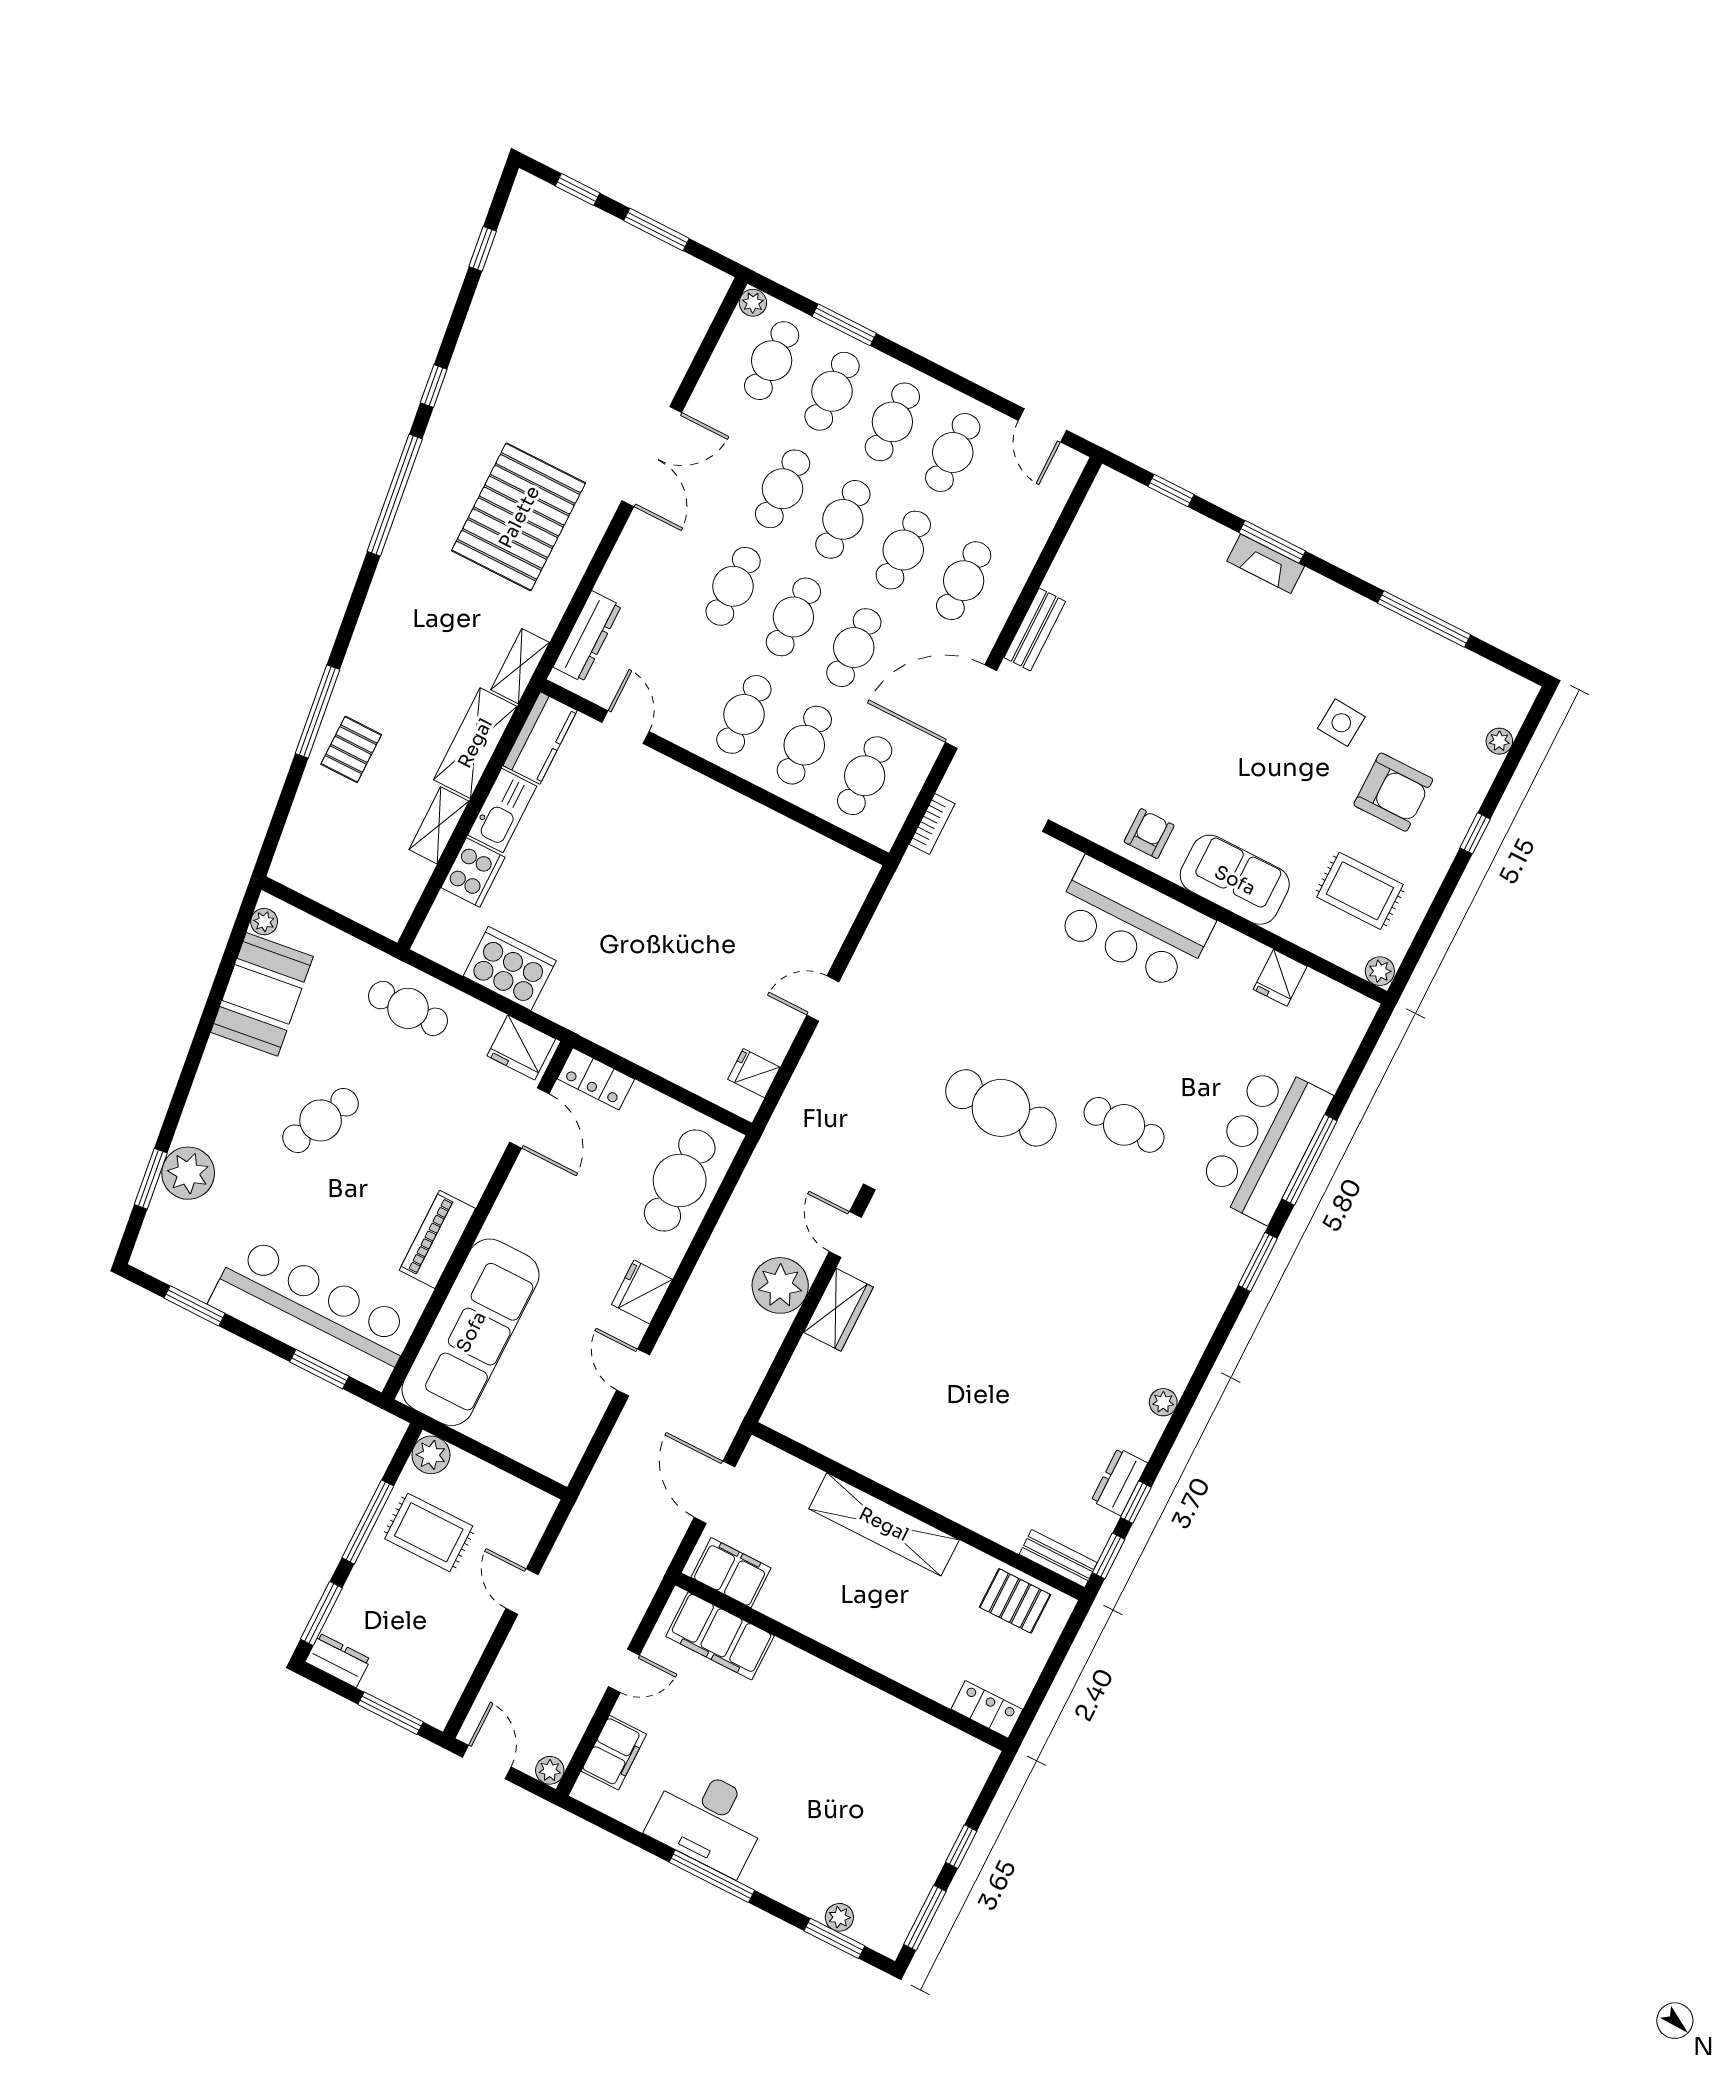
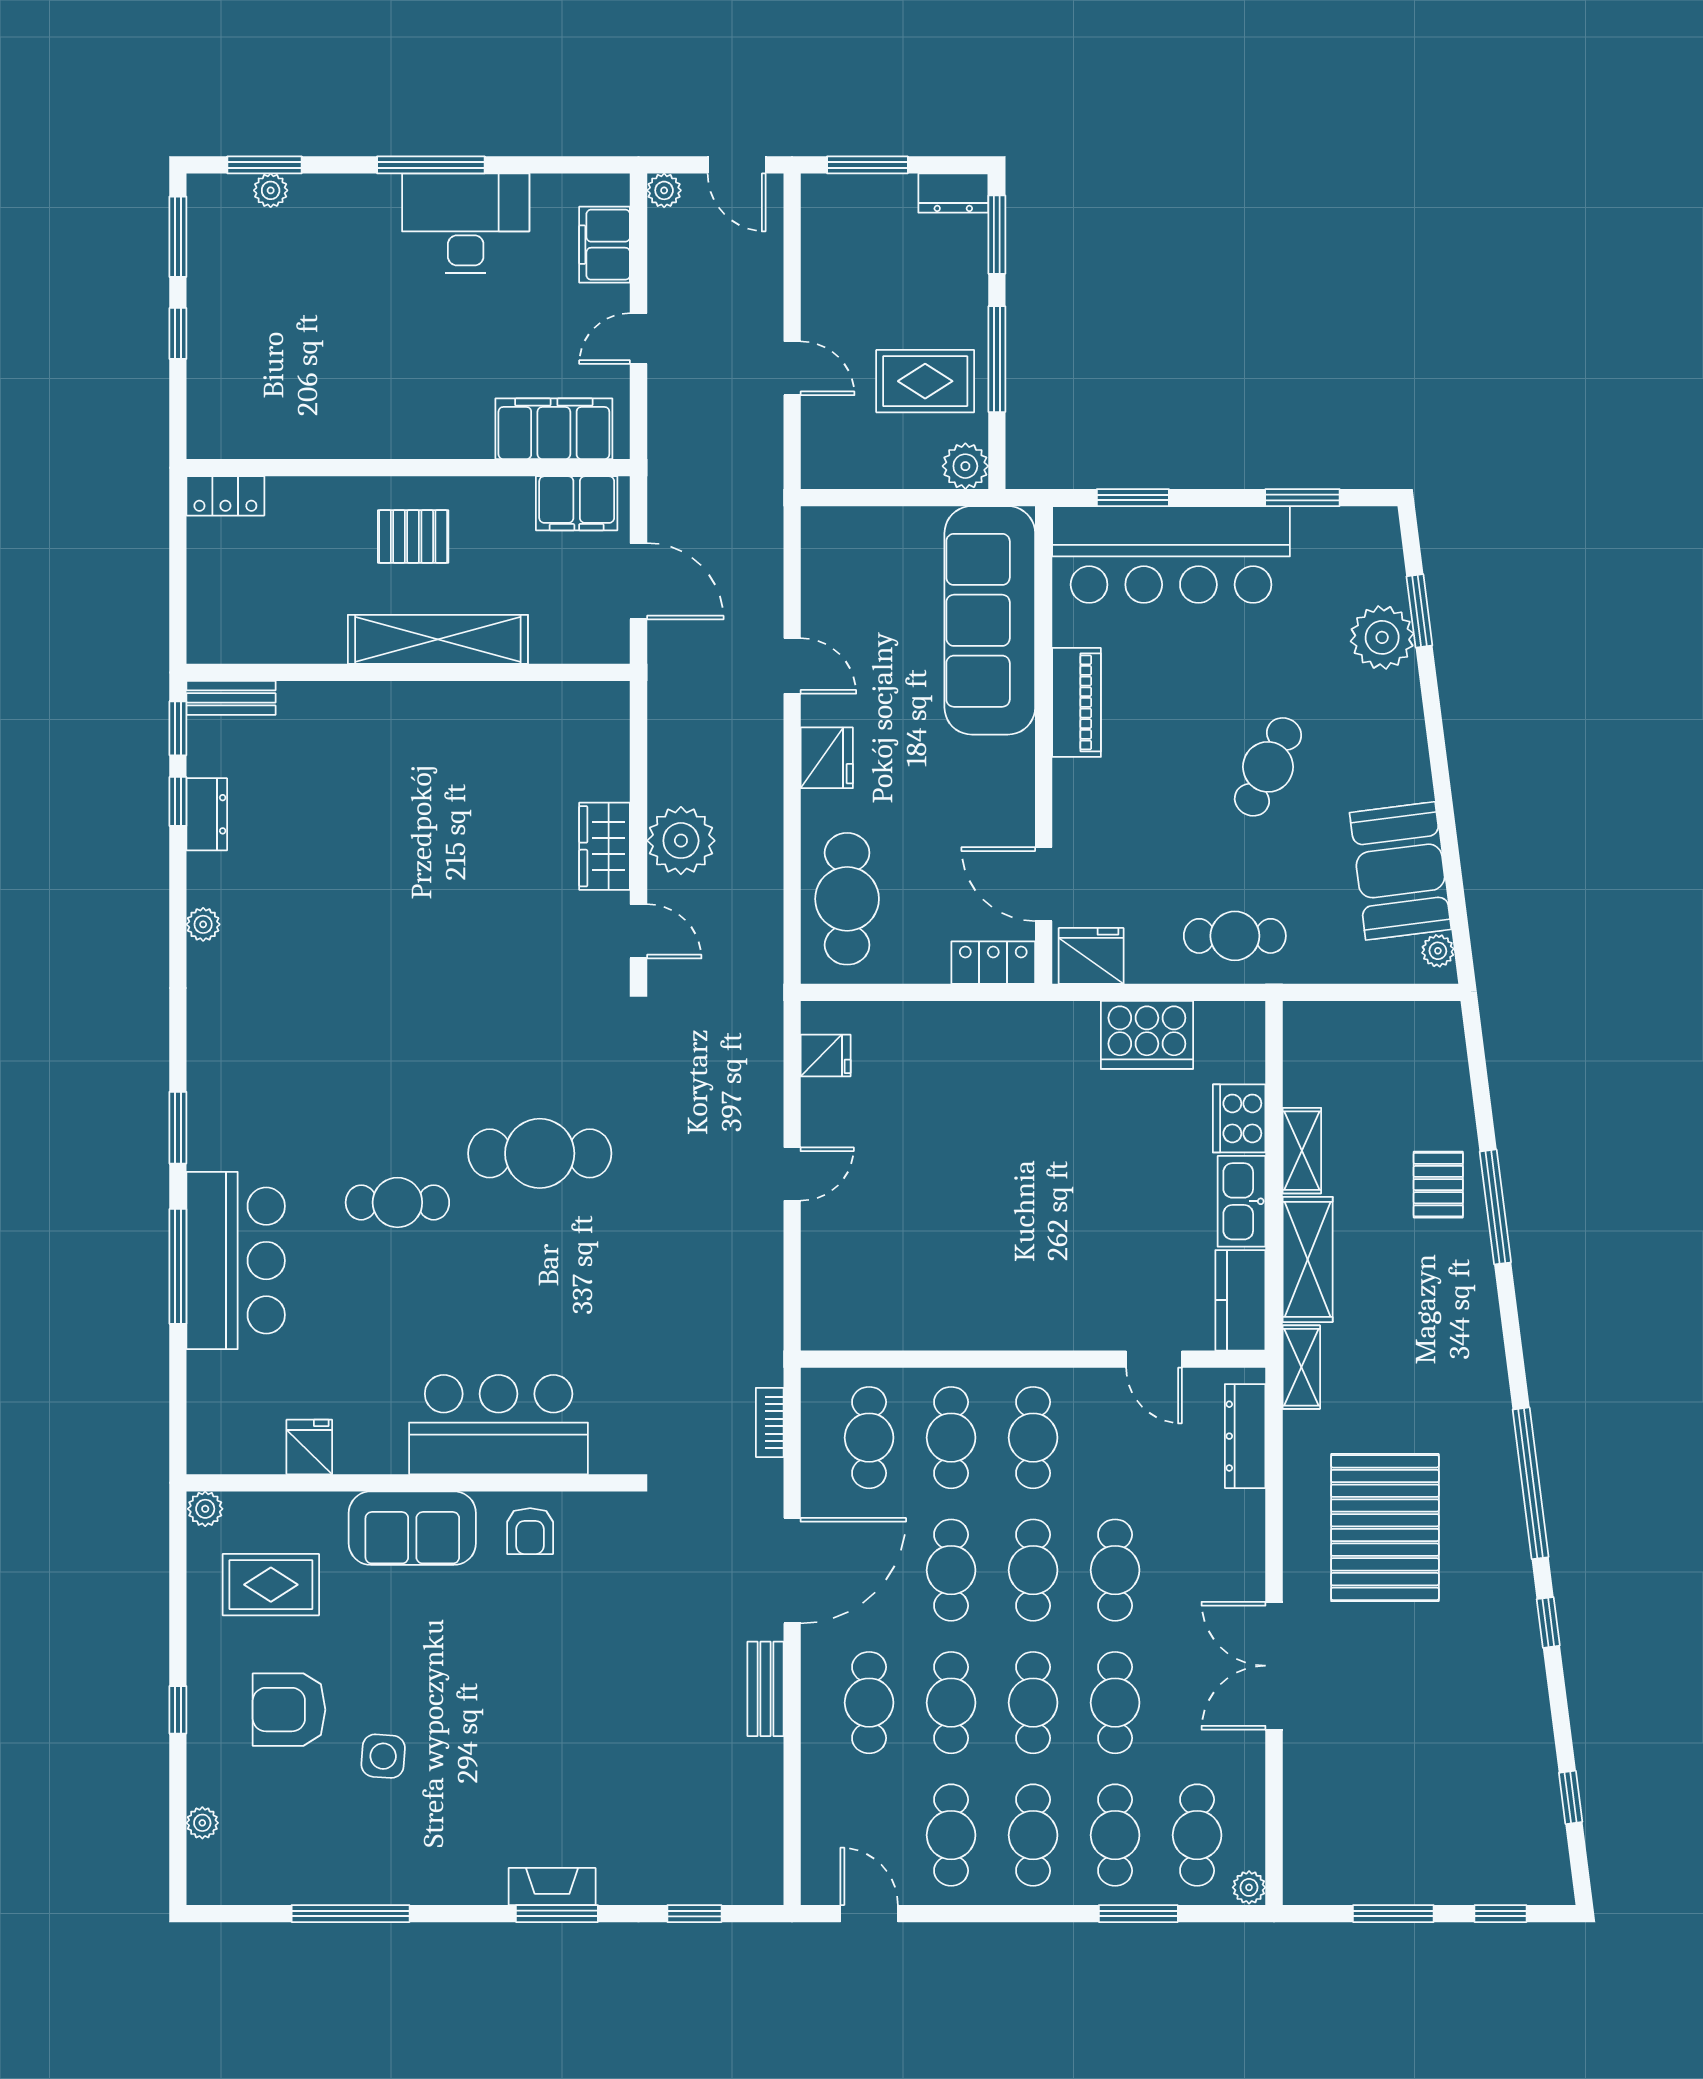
pallet: (1015, 1601) -> (413, 537), moved

